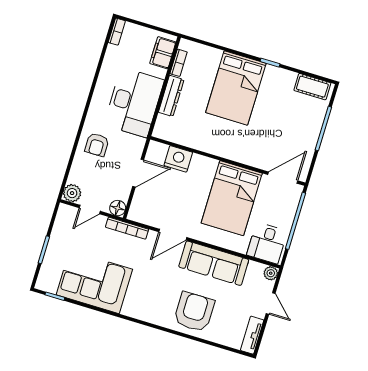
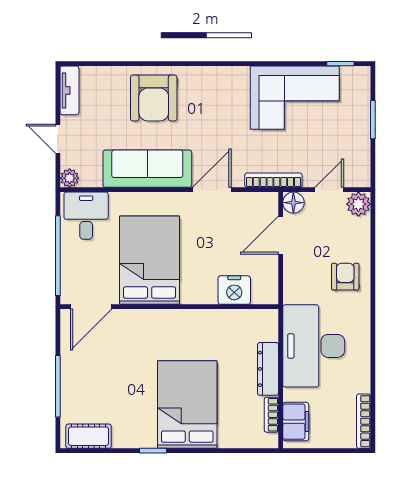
bookcase: (117, 32) -> (364, 421), width x1.56
door: (138, 173) -> (281, 235), moved

